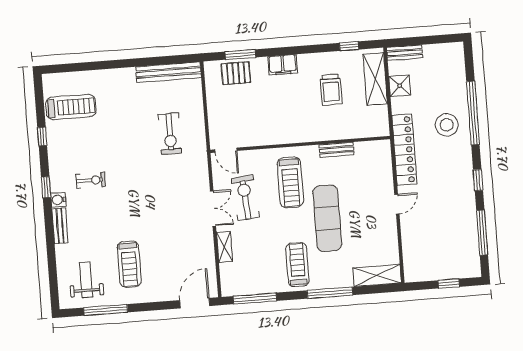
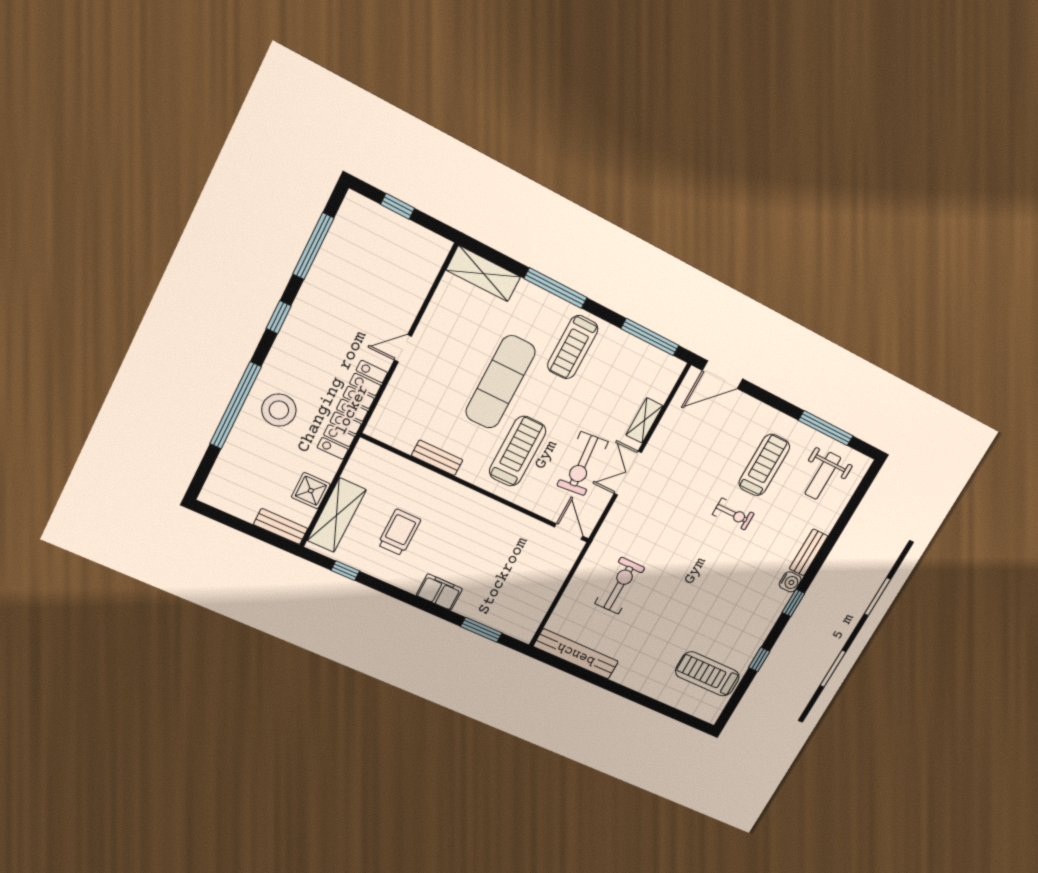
pallet: (236, 73) -> (500, 612), removed
exercise bike: (91, 180) -> (733, 514), moved, turned 180

